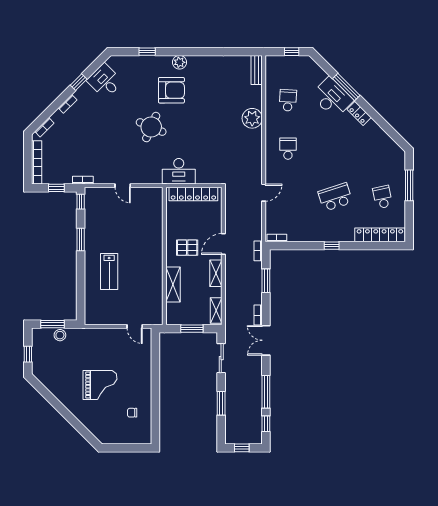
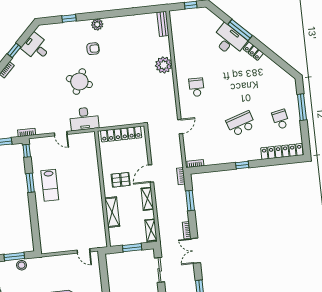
armchair: (171, 90) -> (93, 49), width x0.53, depth x0.53
school desk: (288, 100) -> (192, 46), removed
desk: (179, 171) -> (84, 119), moved
lab bench: (109, 271) -> (50, 185), moved

